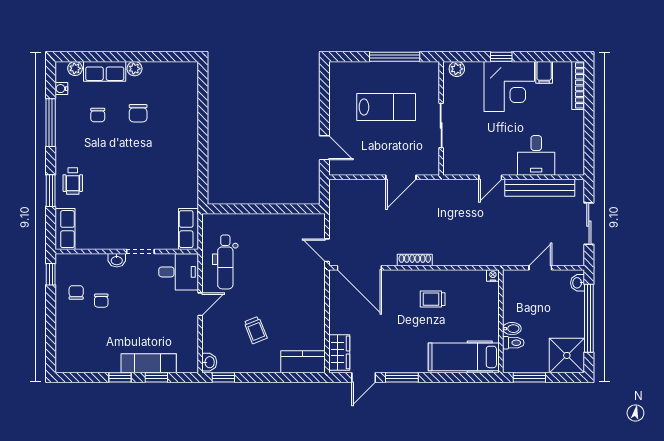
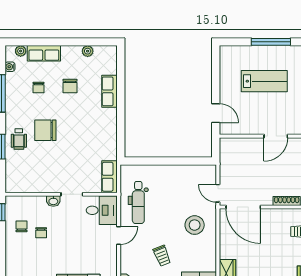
plant: (135, 69) -> (88, 51), moved
chair: (107, 170) -> (45, 130), added
row of seats: (65, 229) -> (109, 91), moved, turned 180
stool: (297, 291) -> (195, 225), added

